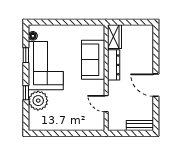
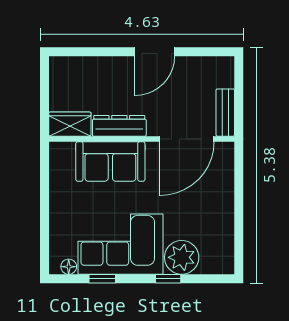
door: (106, 104) -> (187, 139), width x1.87
bench: (140, 126) -> (225, 113), moved

